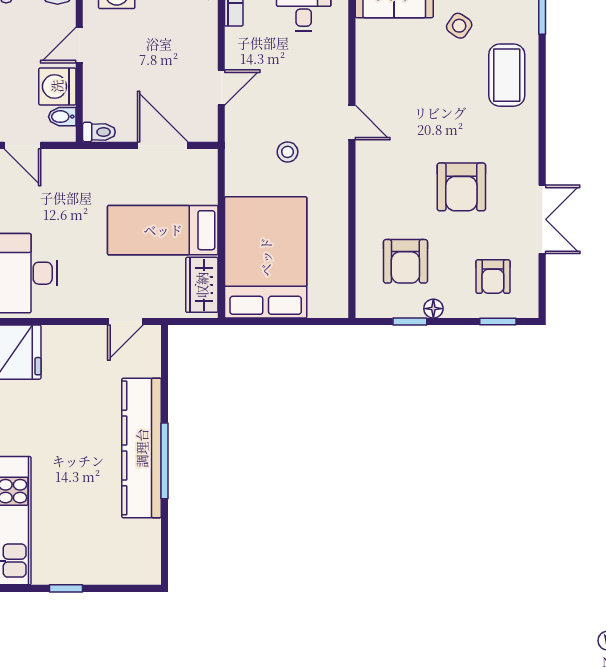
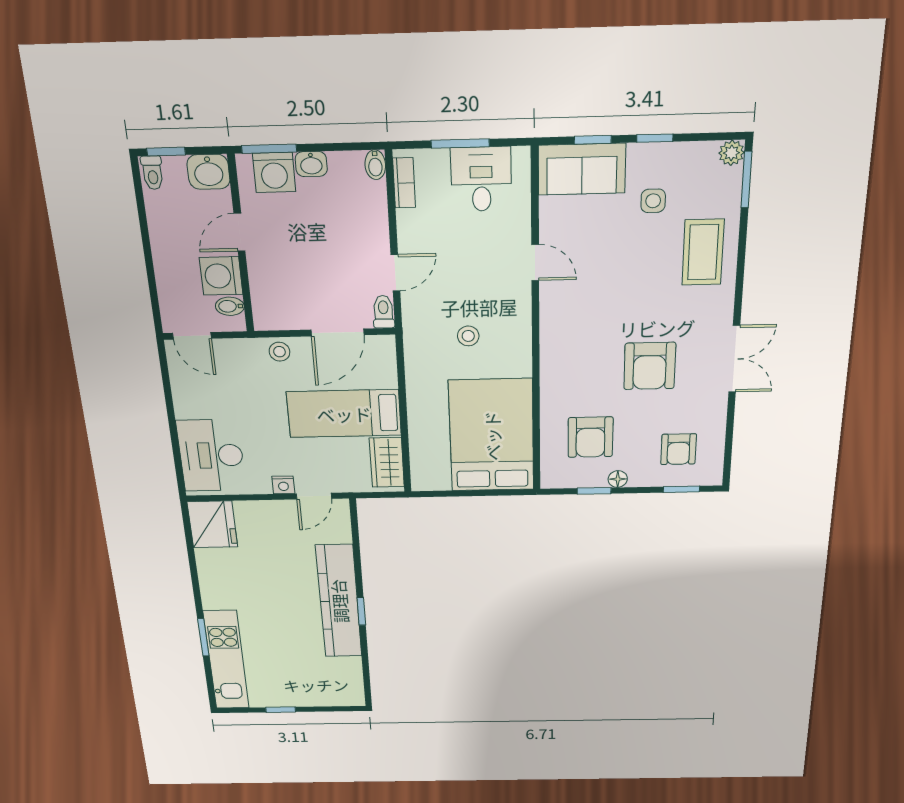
side table: (459, 26) -> (653, 201), turned -34
door: (352, 123) -> (535, 263), moved
toilet: (99, 132) -> (383, 312), moved, turned -90
door: (163, 145) -> (337, 332), swing flipped
stool: (105, 164) -> (279, 352), added
double door: (542, 219) -> (734, 359), moved
bed: (266, 257) -> (492, 436), moved
nightstand: (95, 308) -> (283, 485), added
window: (164, 461) -> (361, 611), width x0.46

